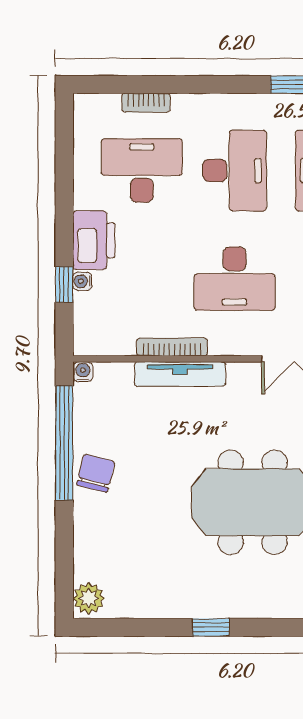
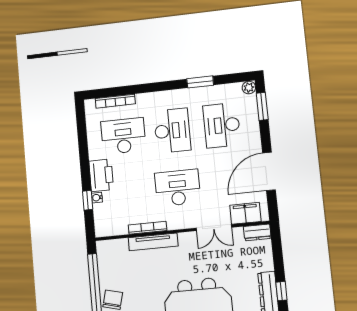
bookcase: (146, 103) -> (115, 101), width x1.56
desk: (235, 279) -> (178, 188), turned 180
water cooler: (83, 372) -> (101, 246), removed

